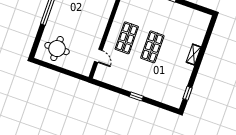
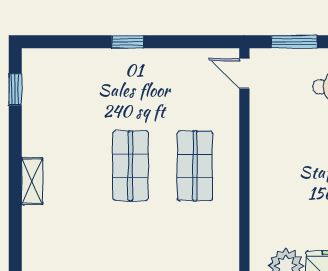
door: (98, 56) -> (244, 74), moved
window: (70, 73) -> (294, 42), added

